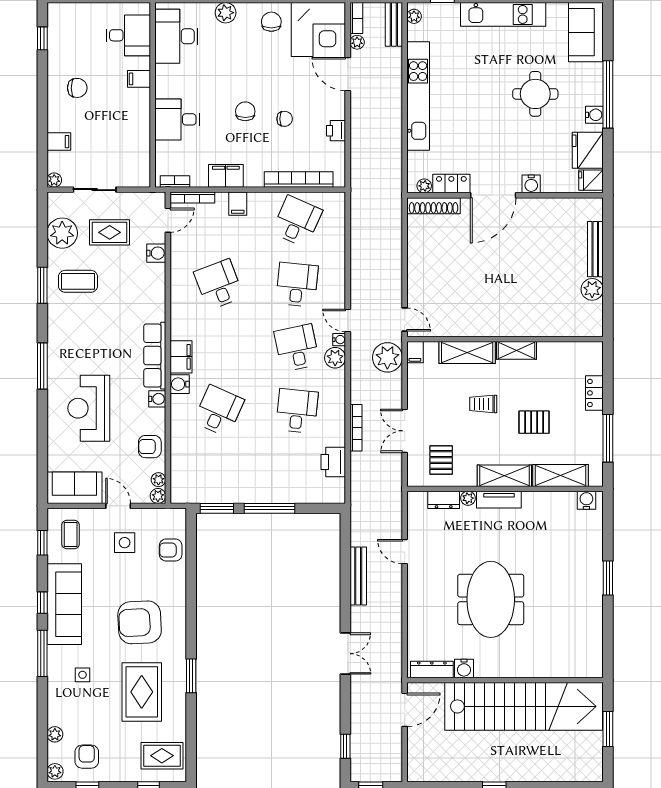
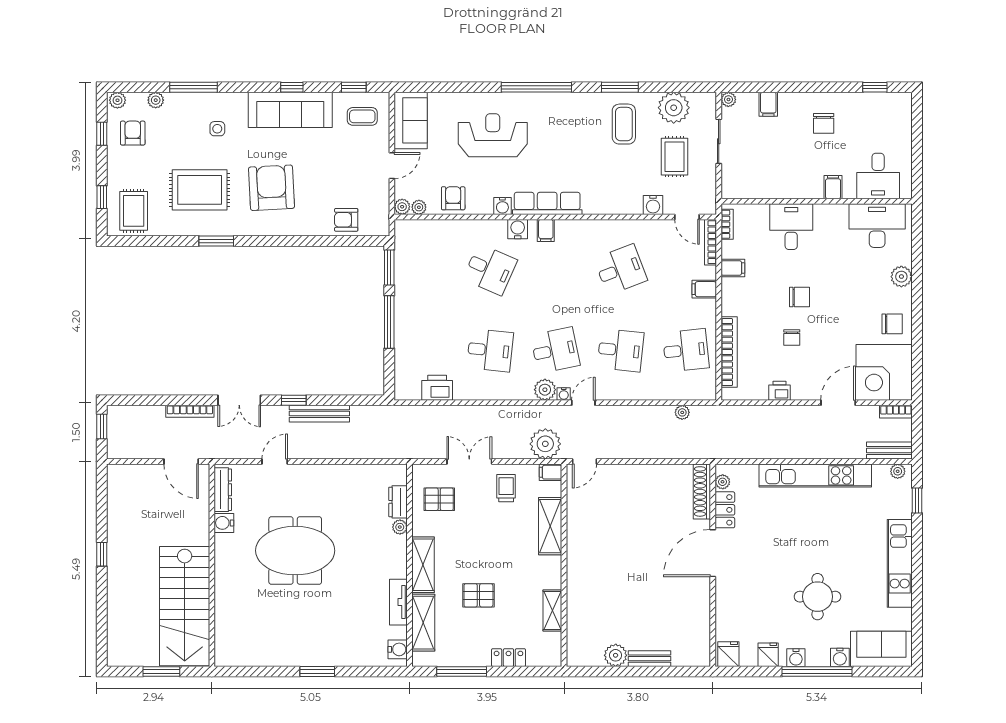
plant: (357, 42) -> (682, 412), moved
fridge: (588, 150) -> (768, 655), width x0.53, depth x0.75
filing cabinet: (226, 176) -> (733, 268), width x0.50
water cooler: (531, 184) -> (840, 657), moved, turned -90
door: (493, 195) -> (713, 553), hinge flipped
desk: (297, 221) -> (686, 350), turned -30
bench: (595, 249) -> (649, 659), width x0.73
shelving: (516, 350) -> (552, 610), moved
filing cabinet: (181, 357) -> (546, 230), width x0.50
window: (42, 366) -> (536, 87), width x1.46
trolley: (483, 404) -> (506, 488), moved
pallet: (534, 422) -> (478, 595), turned 90
bookcase: (356, 428) -> (190, 411), moved
tv unit: (499, 500) -> (398, 602), moved
side table: (125, 543) -> (354, 172), removed
armchair: (171, 550) -> (346, 220), turned -90
door: (405, 552) -> (275, 462), moved
window: (42, 653) -> (194, 87), moved
stairs: (524, 706) -> (185, 606), width x0.73
window: (345, 746) -> (294, 400), moved
armchair: (87, 757) -> (133, 133), turned -90

